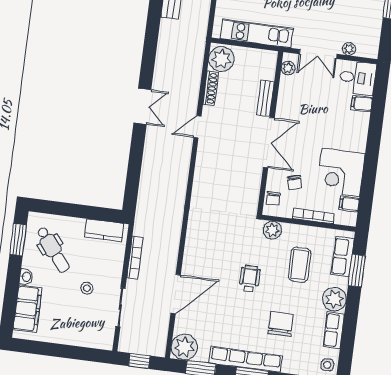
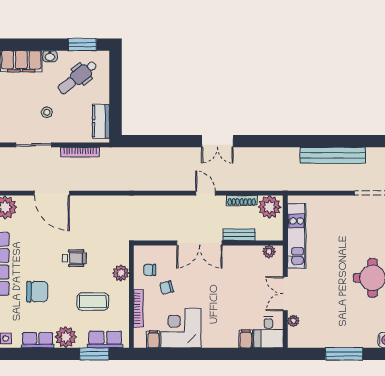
plant: (288, 68) -> (269, 252), moved
bench: (265, 98) -> (239, 235), moved
wall: (270, 133) -> (208, 243), moved
double door: (269, 143) -> (199, 243), moved

